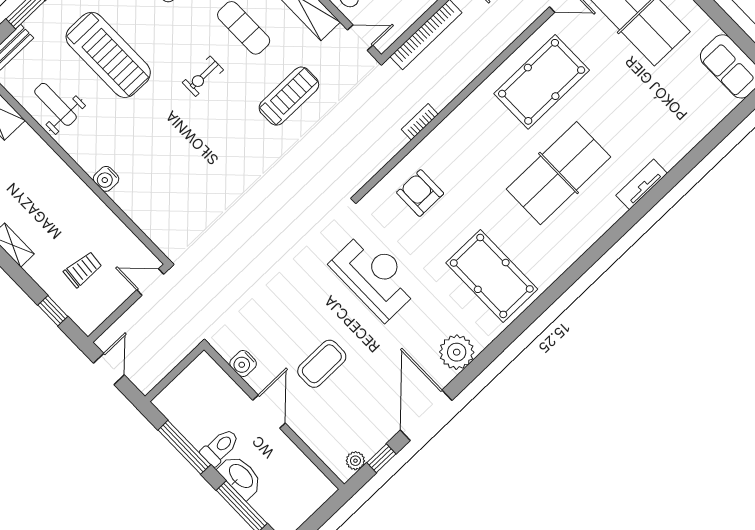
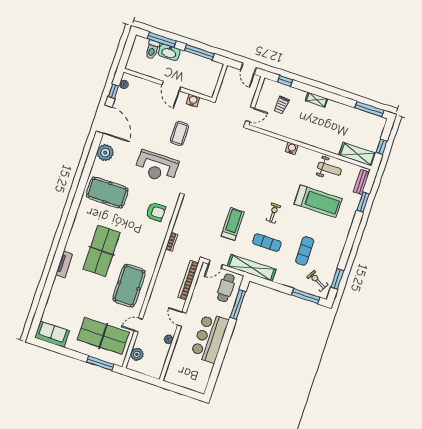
treadmill: (108, 55) -> (318, 201), turned 180
treadmill: (289, 96) -> (233, 224), turned 180
coffee table: (322, 364) -> (179, 133), moved
toilet: (220, 447) -> (152, 50), moved

